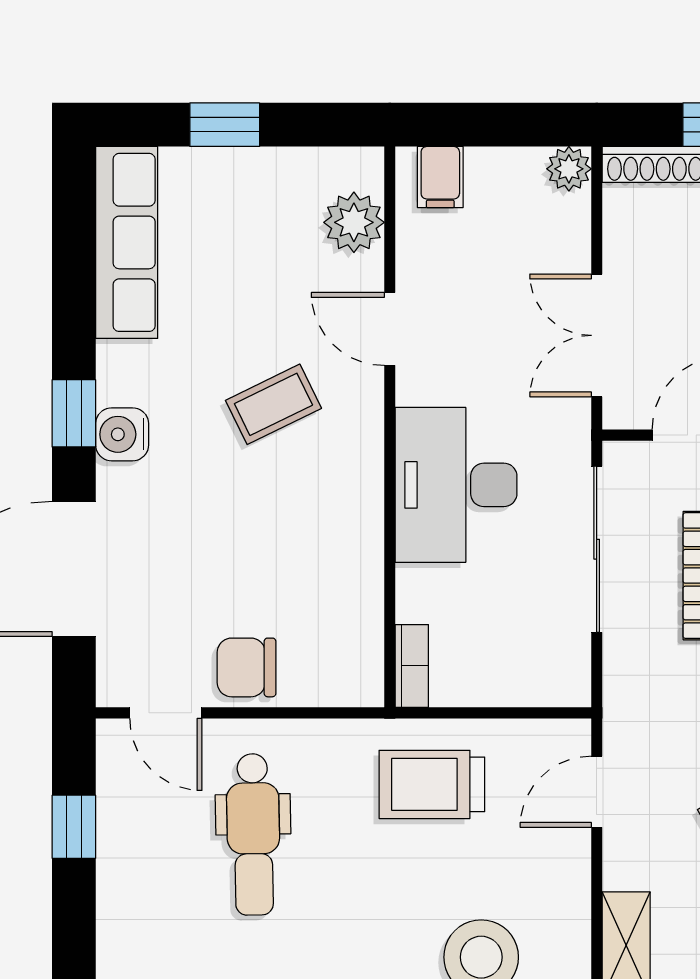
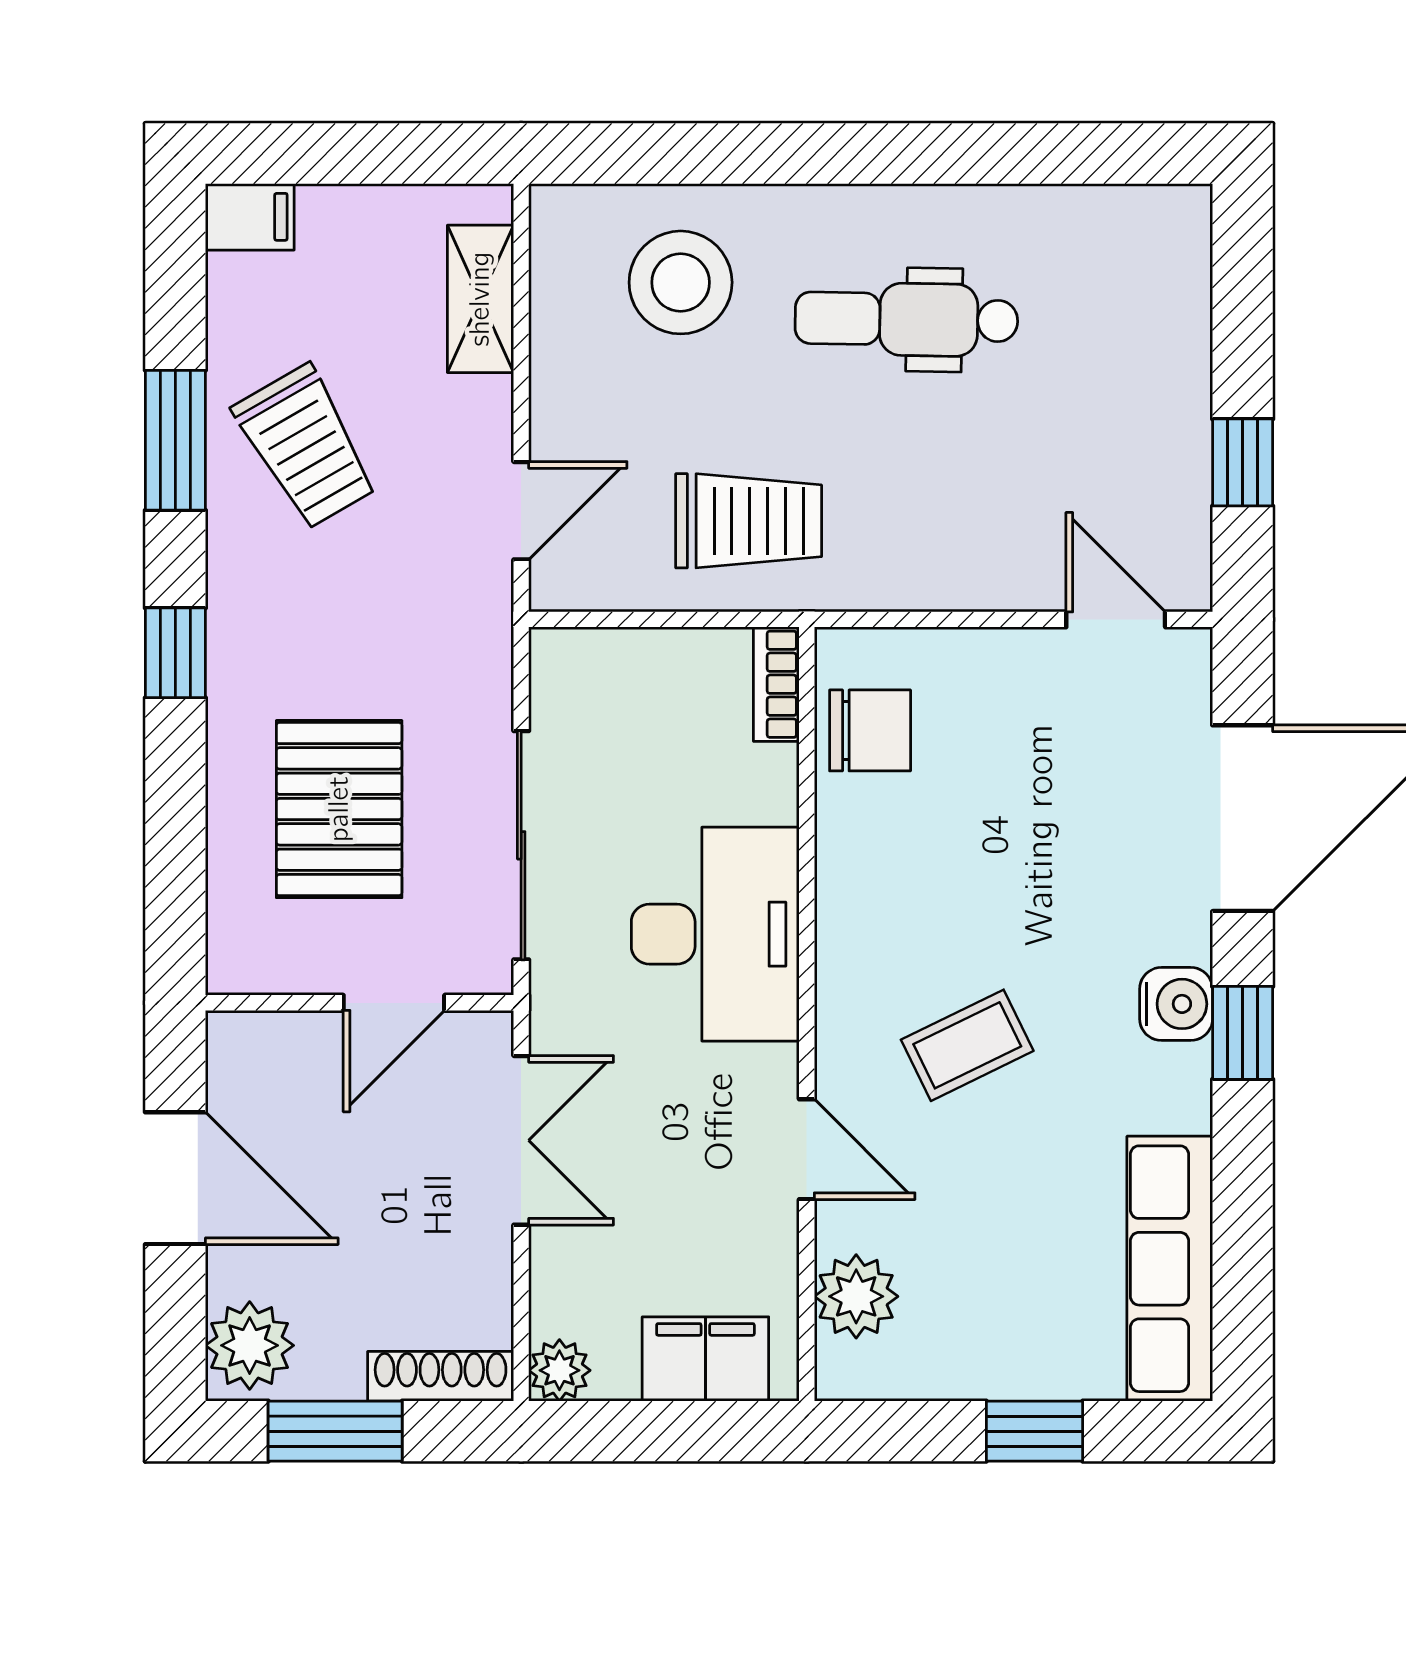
filing cabinet: (440, 177) -> (705, 1359), width x2.00
chair: (247, 667) -> (870, 730), moved
dental chair: (253, 834) -> (906, 319), moved, turned -88

